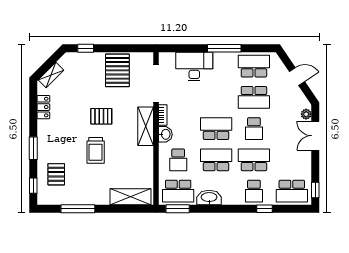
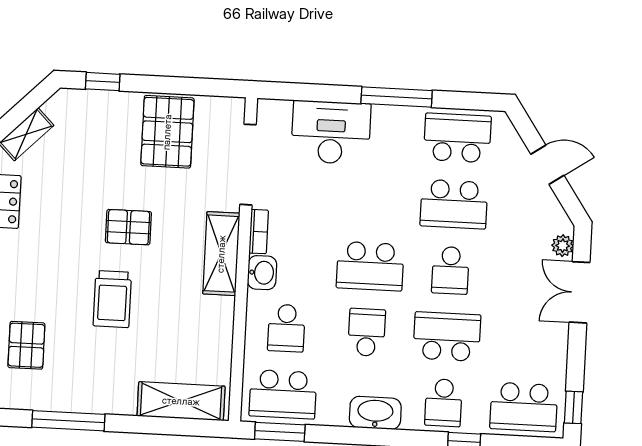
school desk: (216, 129) -> (370, 266), turned 180
school desk: (216, 160) -> (367, 332), width x0.54
washbasin: (209, 198) -> (375, 413), moved

